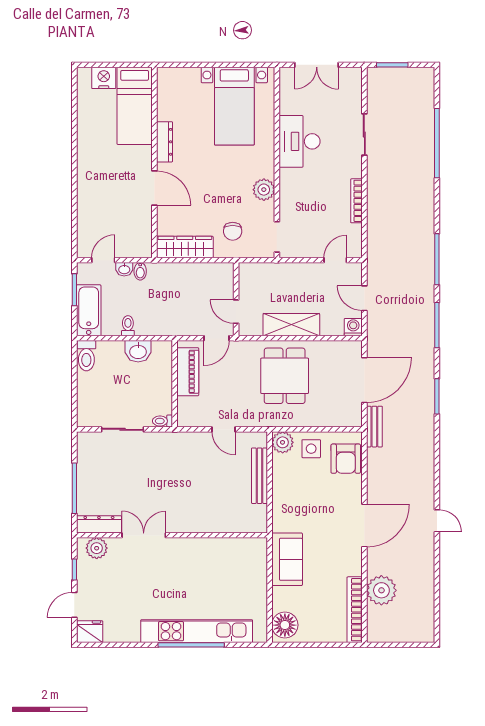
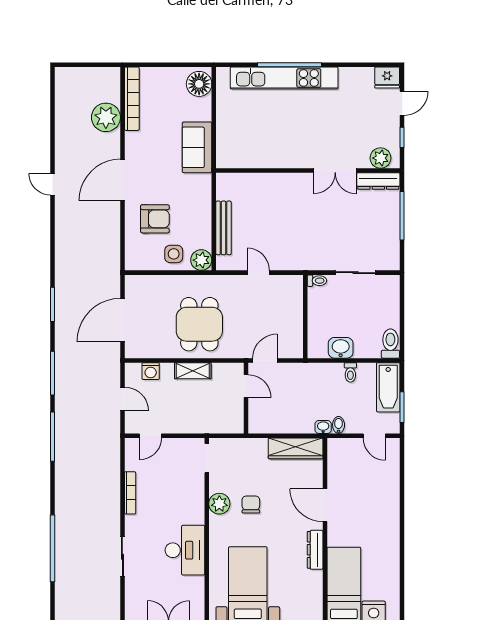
chair: (233, 231) -> (251, 505), moved
door: (103, 260) -> (374, 436), hinge flipped
washbasin: (124, 269) -> (323, 427), moved
shelving: (291, 325) -> (193, 371), width x0.67, depth x0.75
washing machine: (353, 327) -> (151, 371), moved
piano: (188, 372) -> (293, 328), removed
bench: (374, 427) -> (113, 275), removed
armchair: (346, 459) -> (155, 219), moved, turned 90

